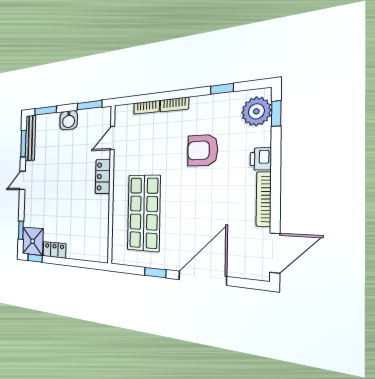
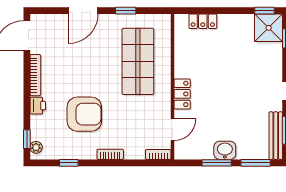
window: (89, 105) -> (217, 163), moved
bookcase: (146, 107) -> (158, 154), moved
plant: (256, 111) -> (36, 147), width x0.53, depth x0.53
armchair: (203, 150) -> (84, 114), width x1.36, depth x1.36
locker: (54, 250) -> (203, 21), moved
door: (202, 278) -> (83, 11), width x0.73

